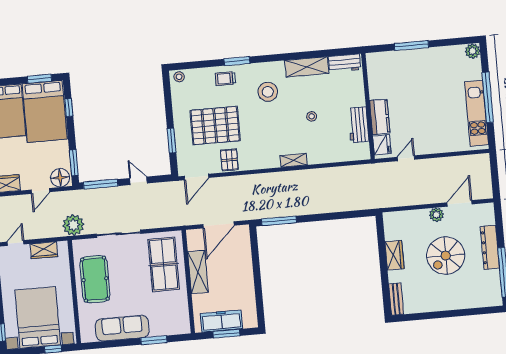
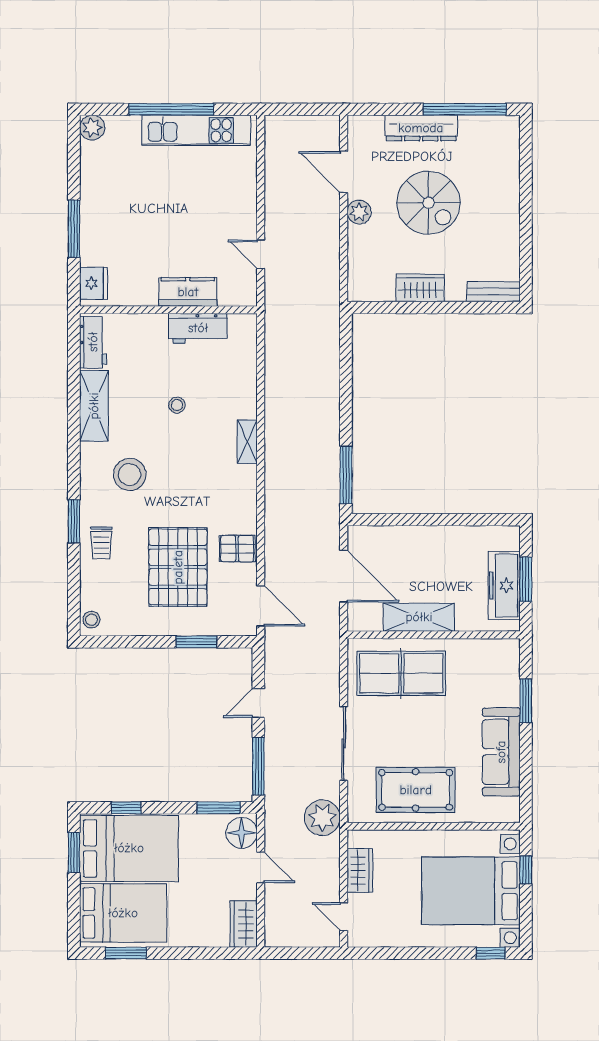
fridge: (382, 145) -> (94, 283), moved, turned 90

